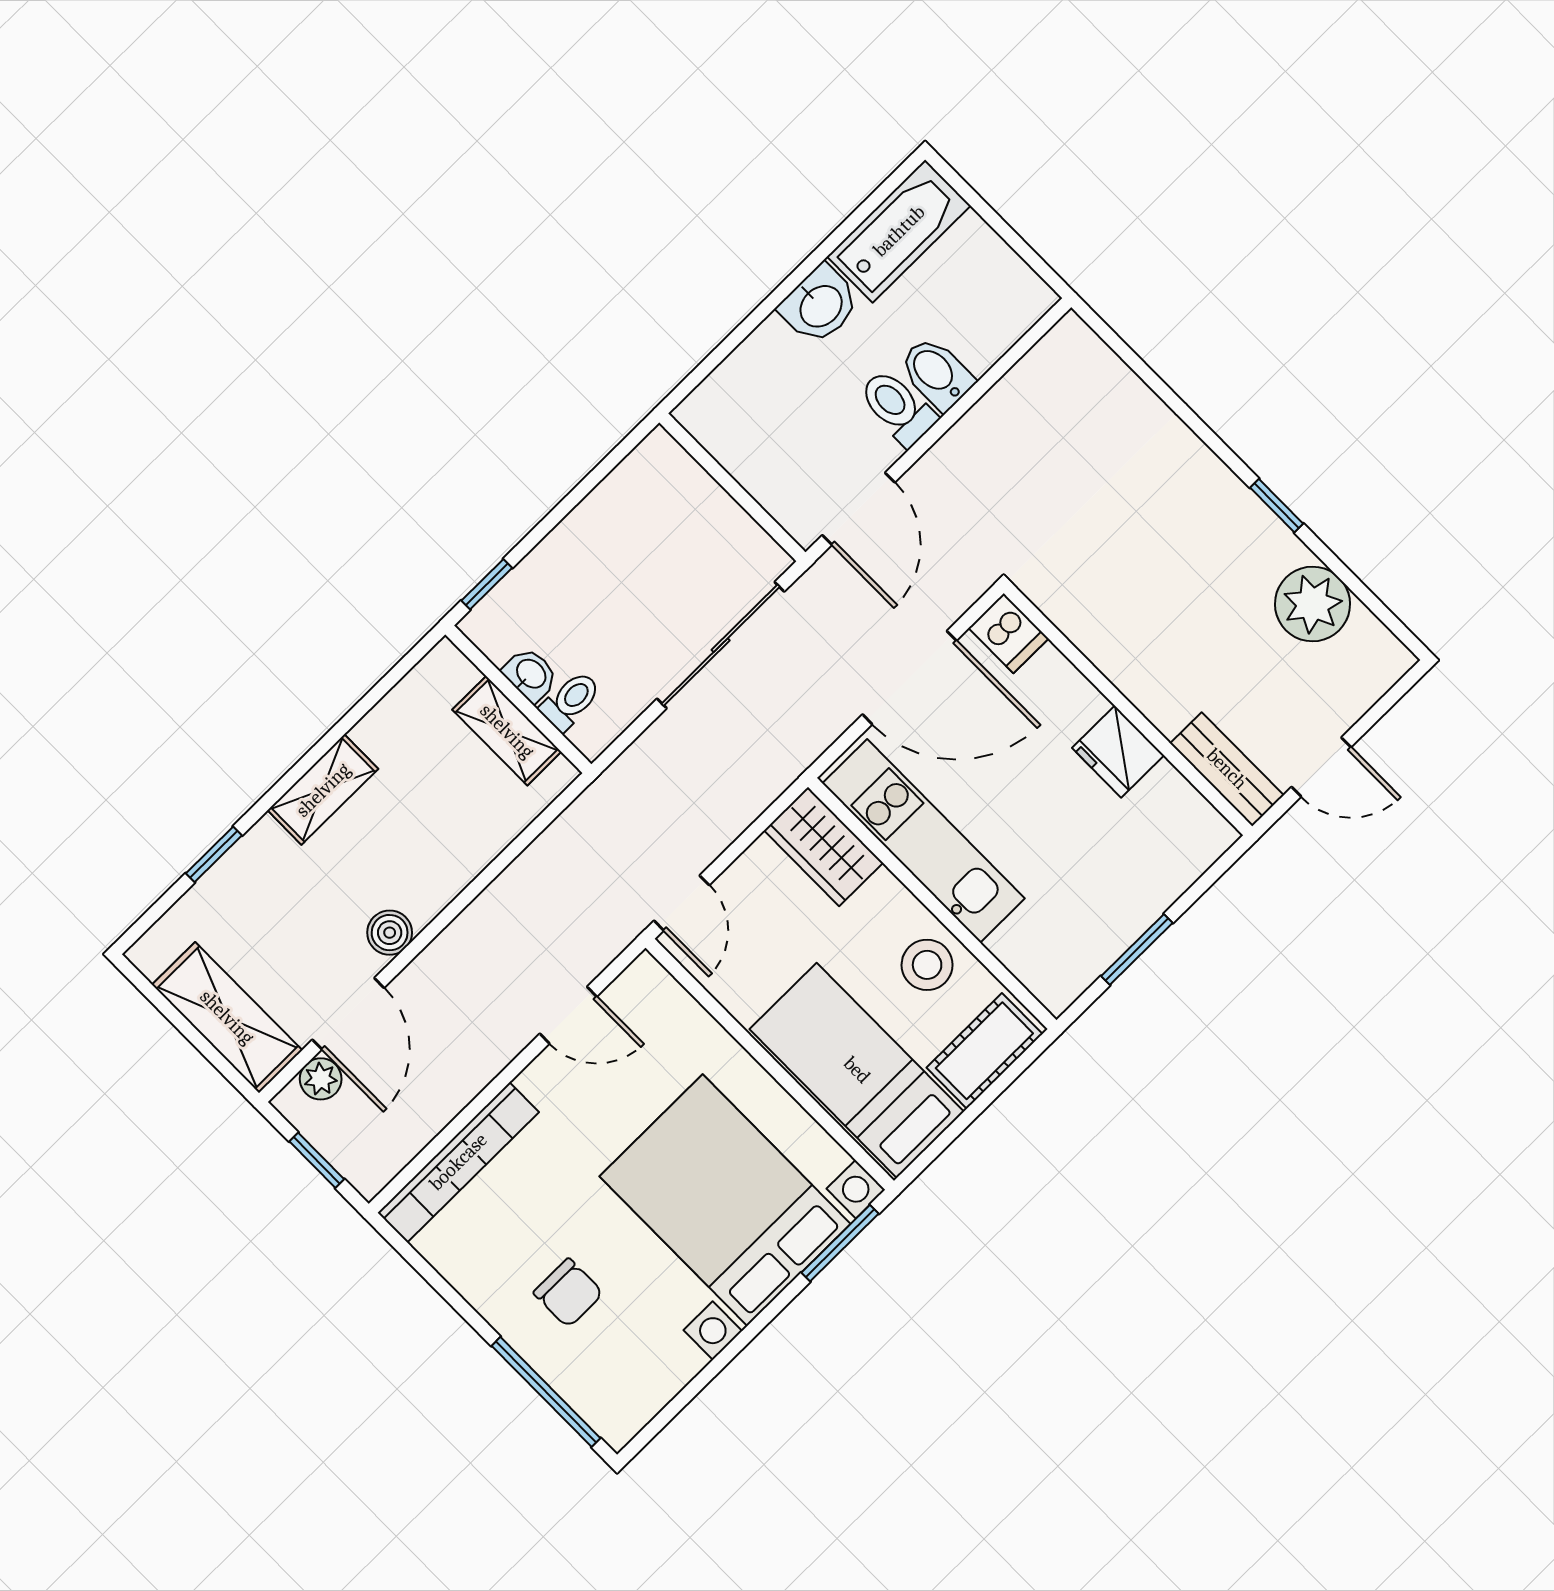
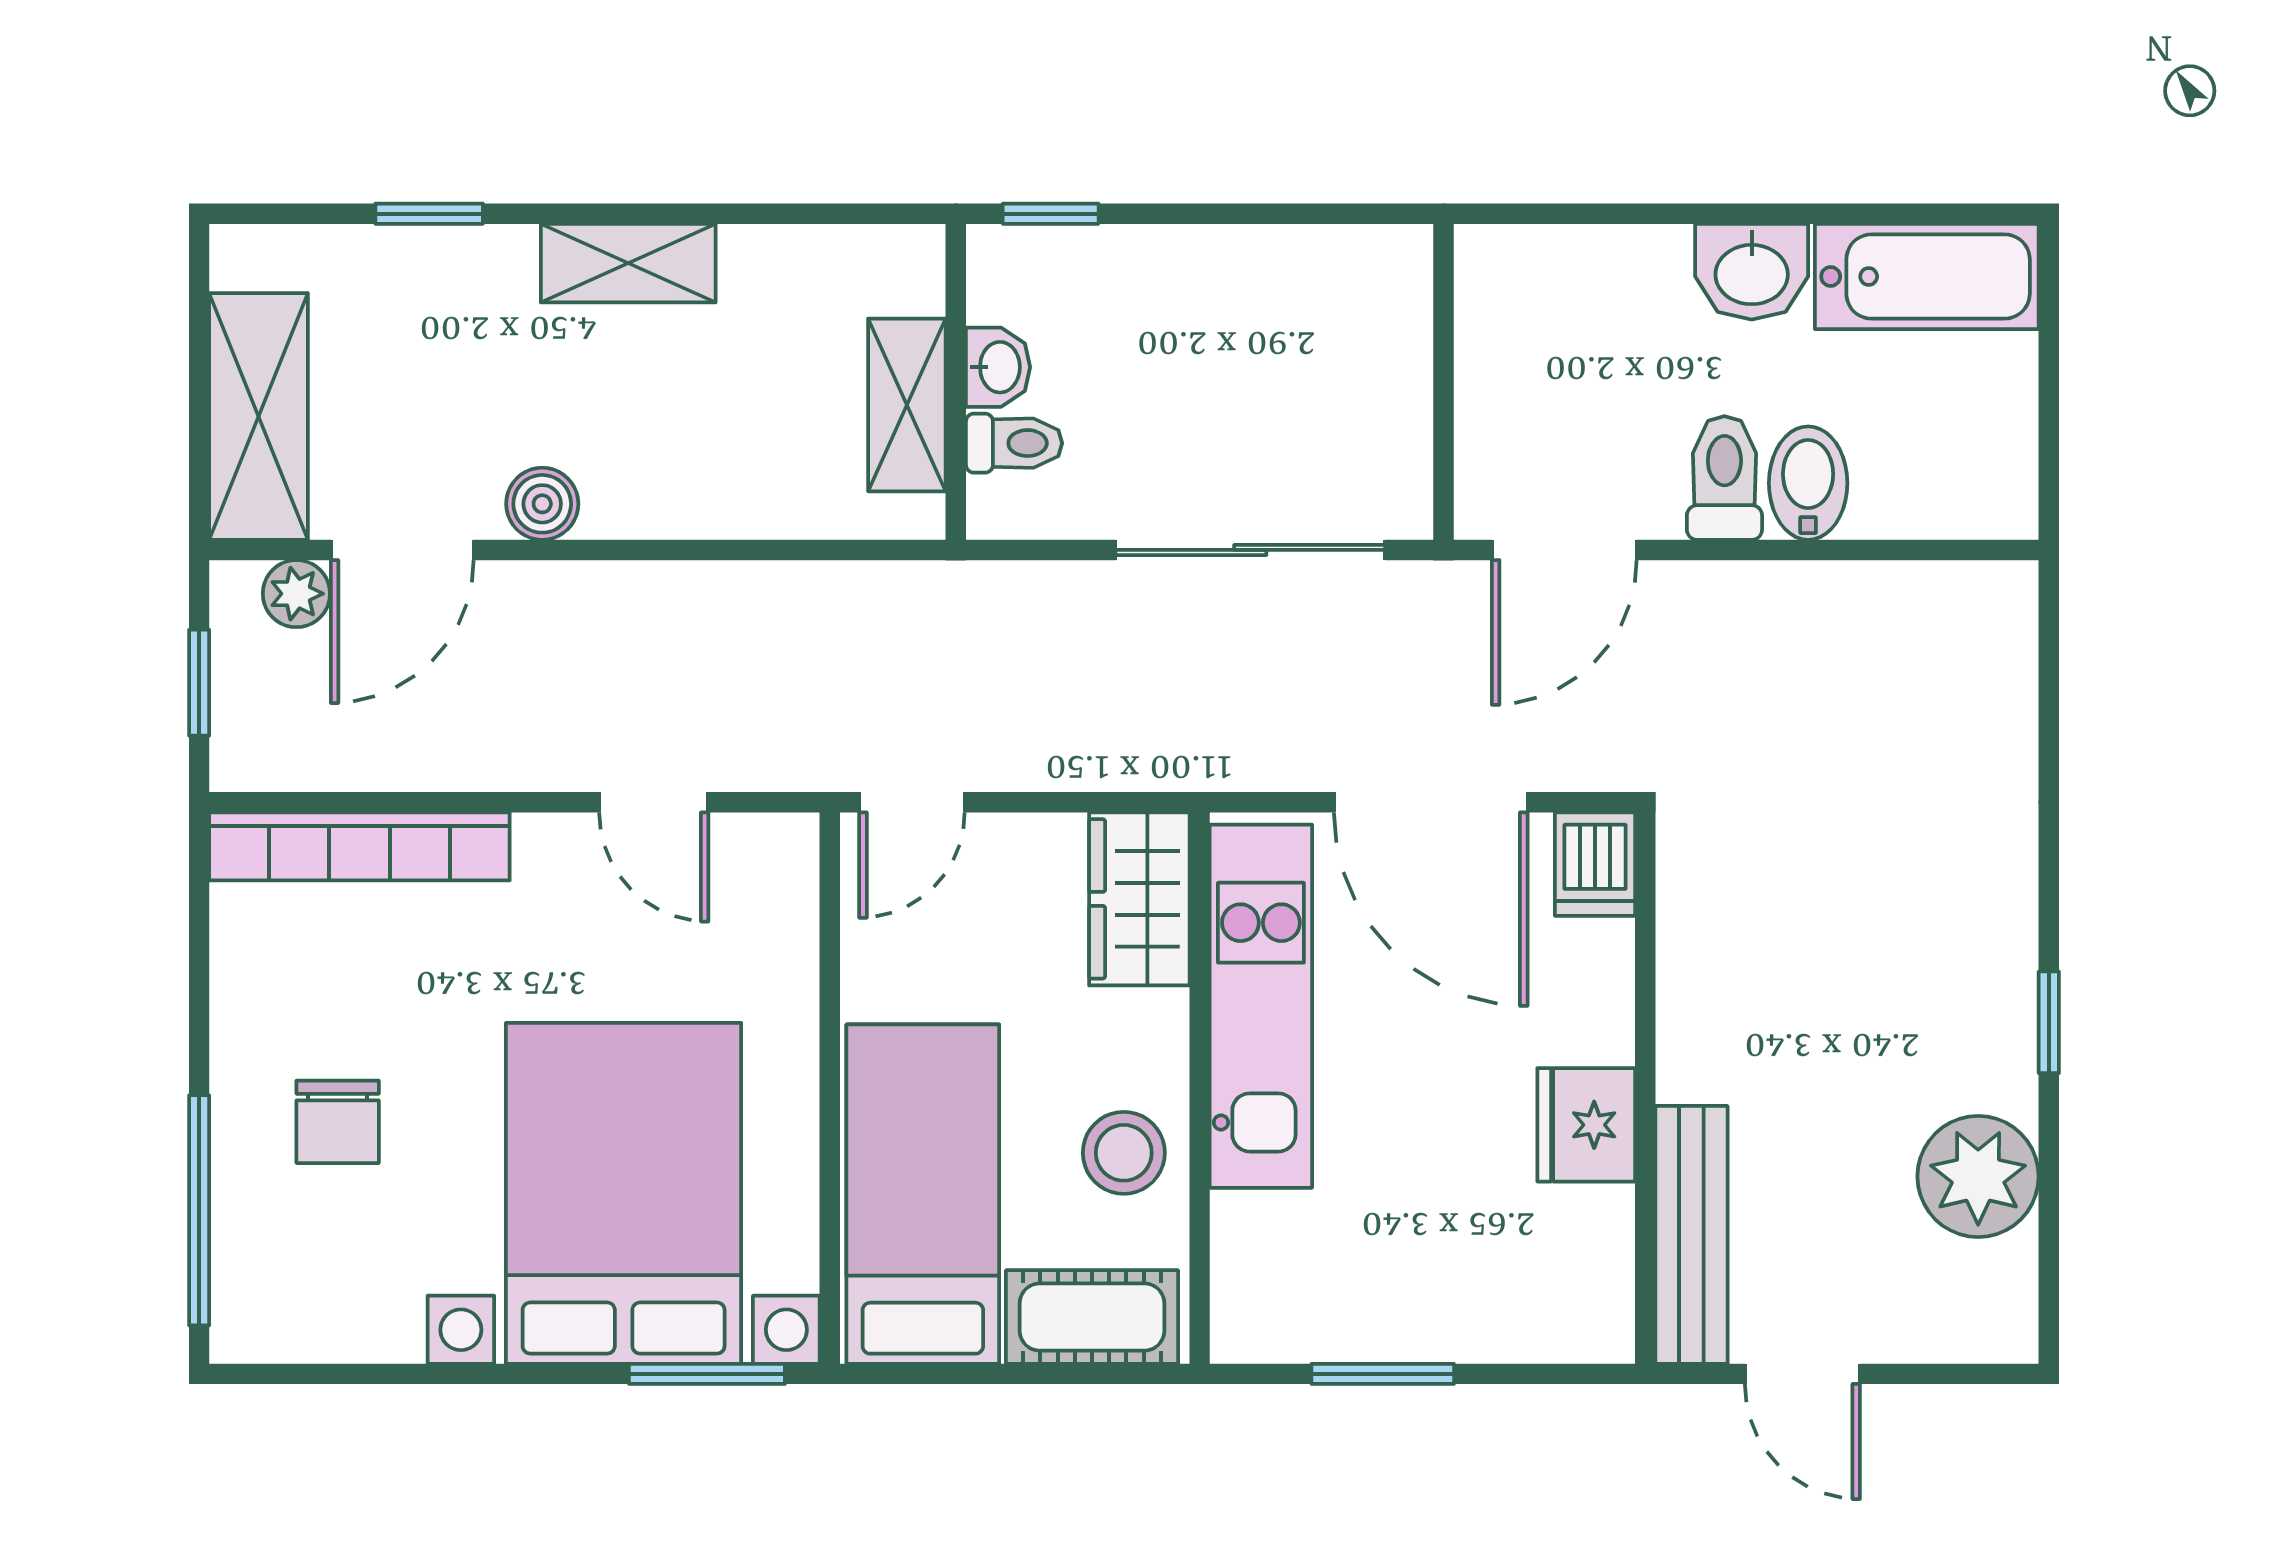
bench: (1227, 769) -> (1691, 1235), width x1.36

